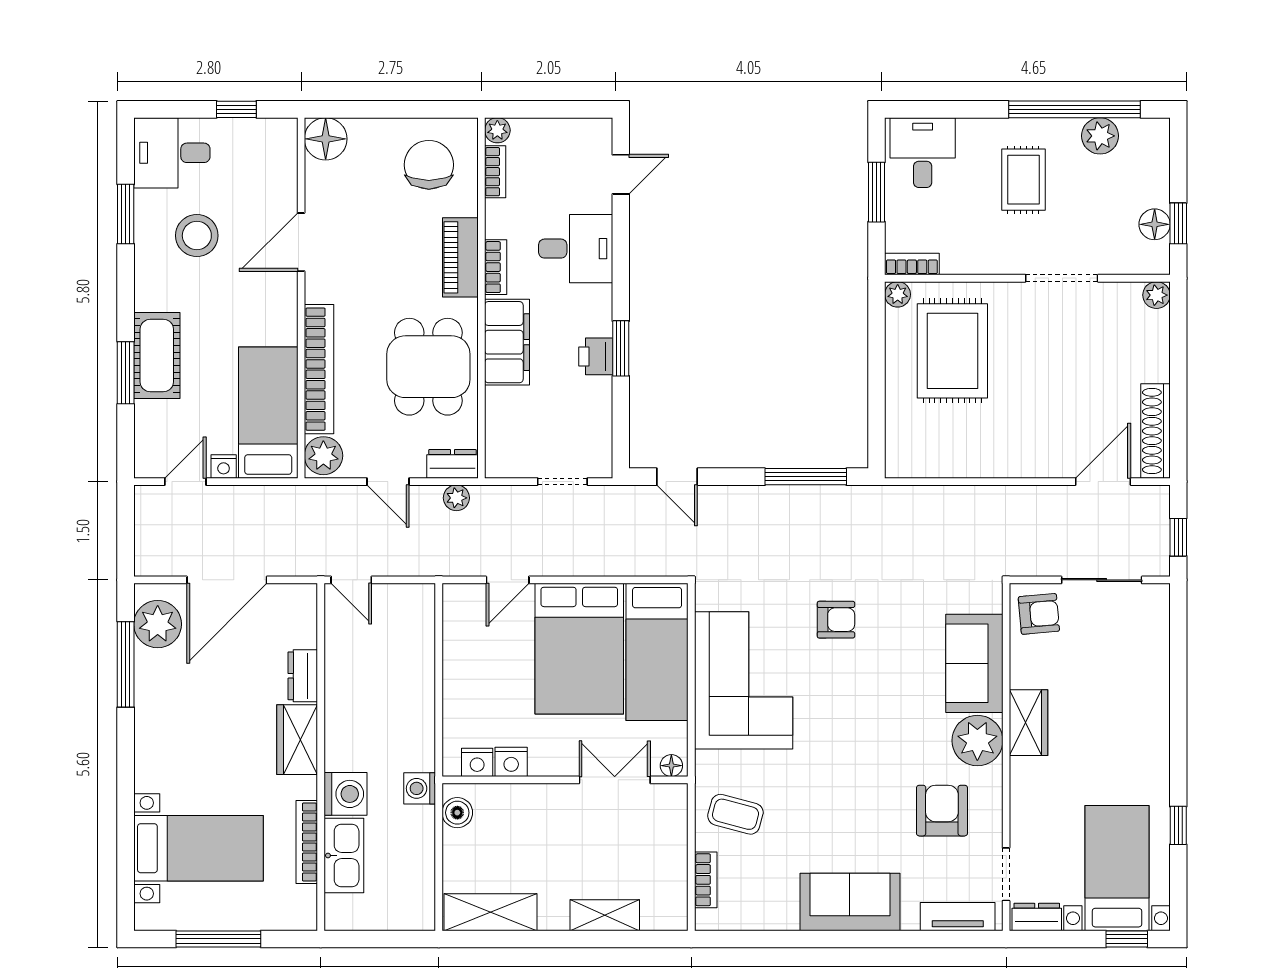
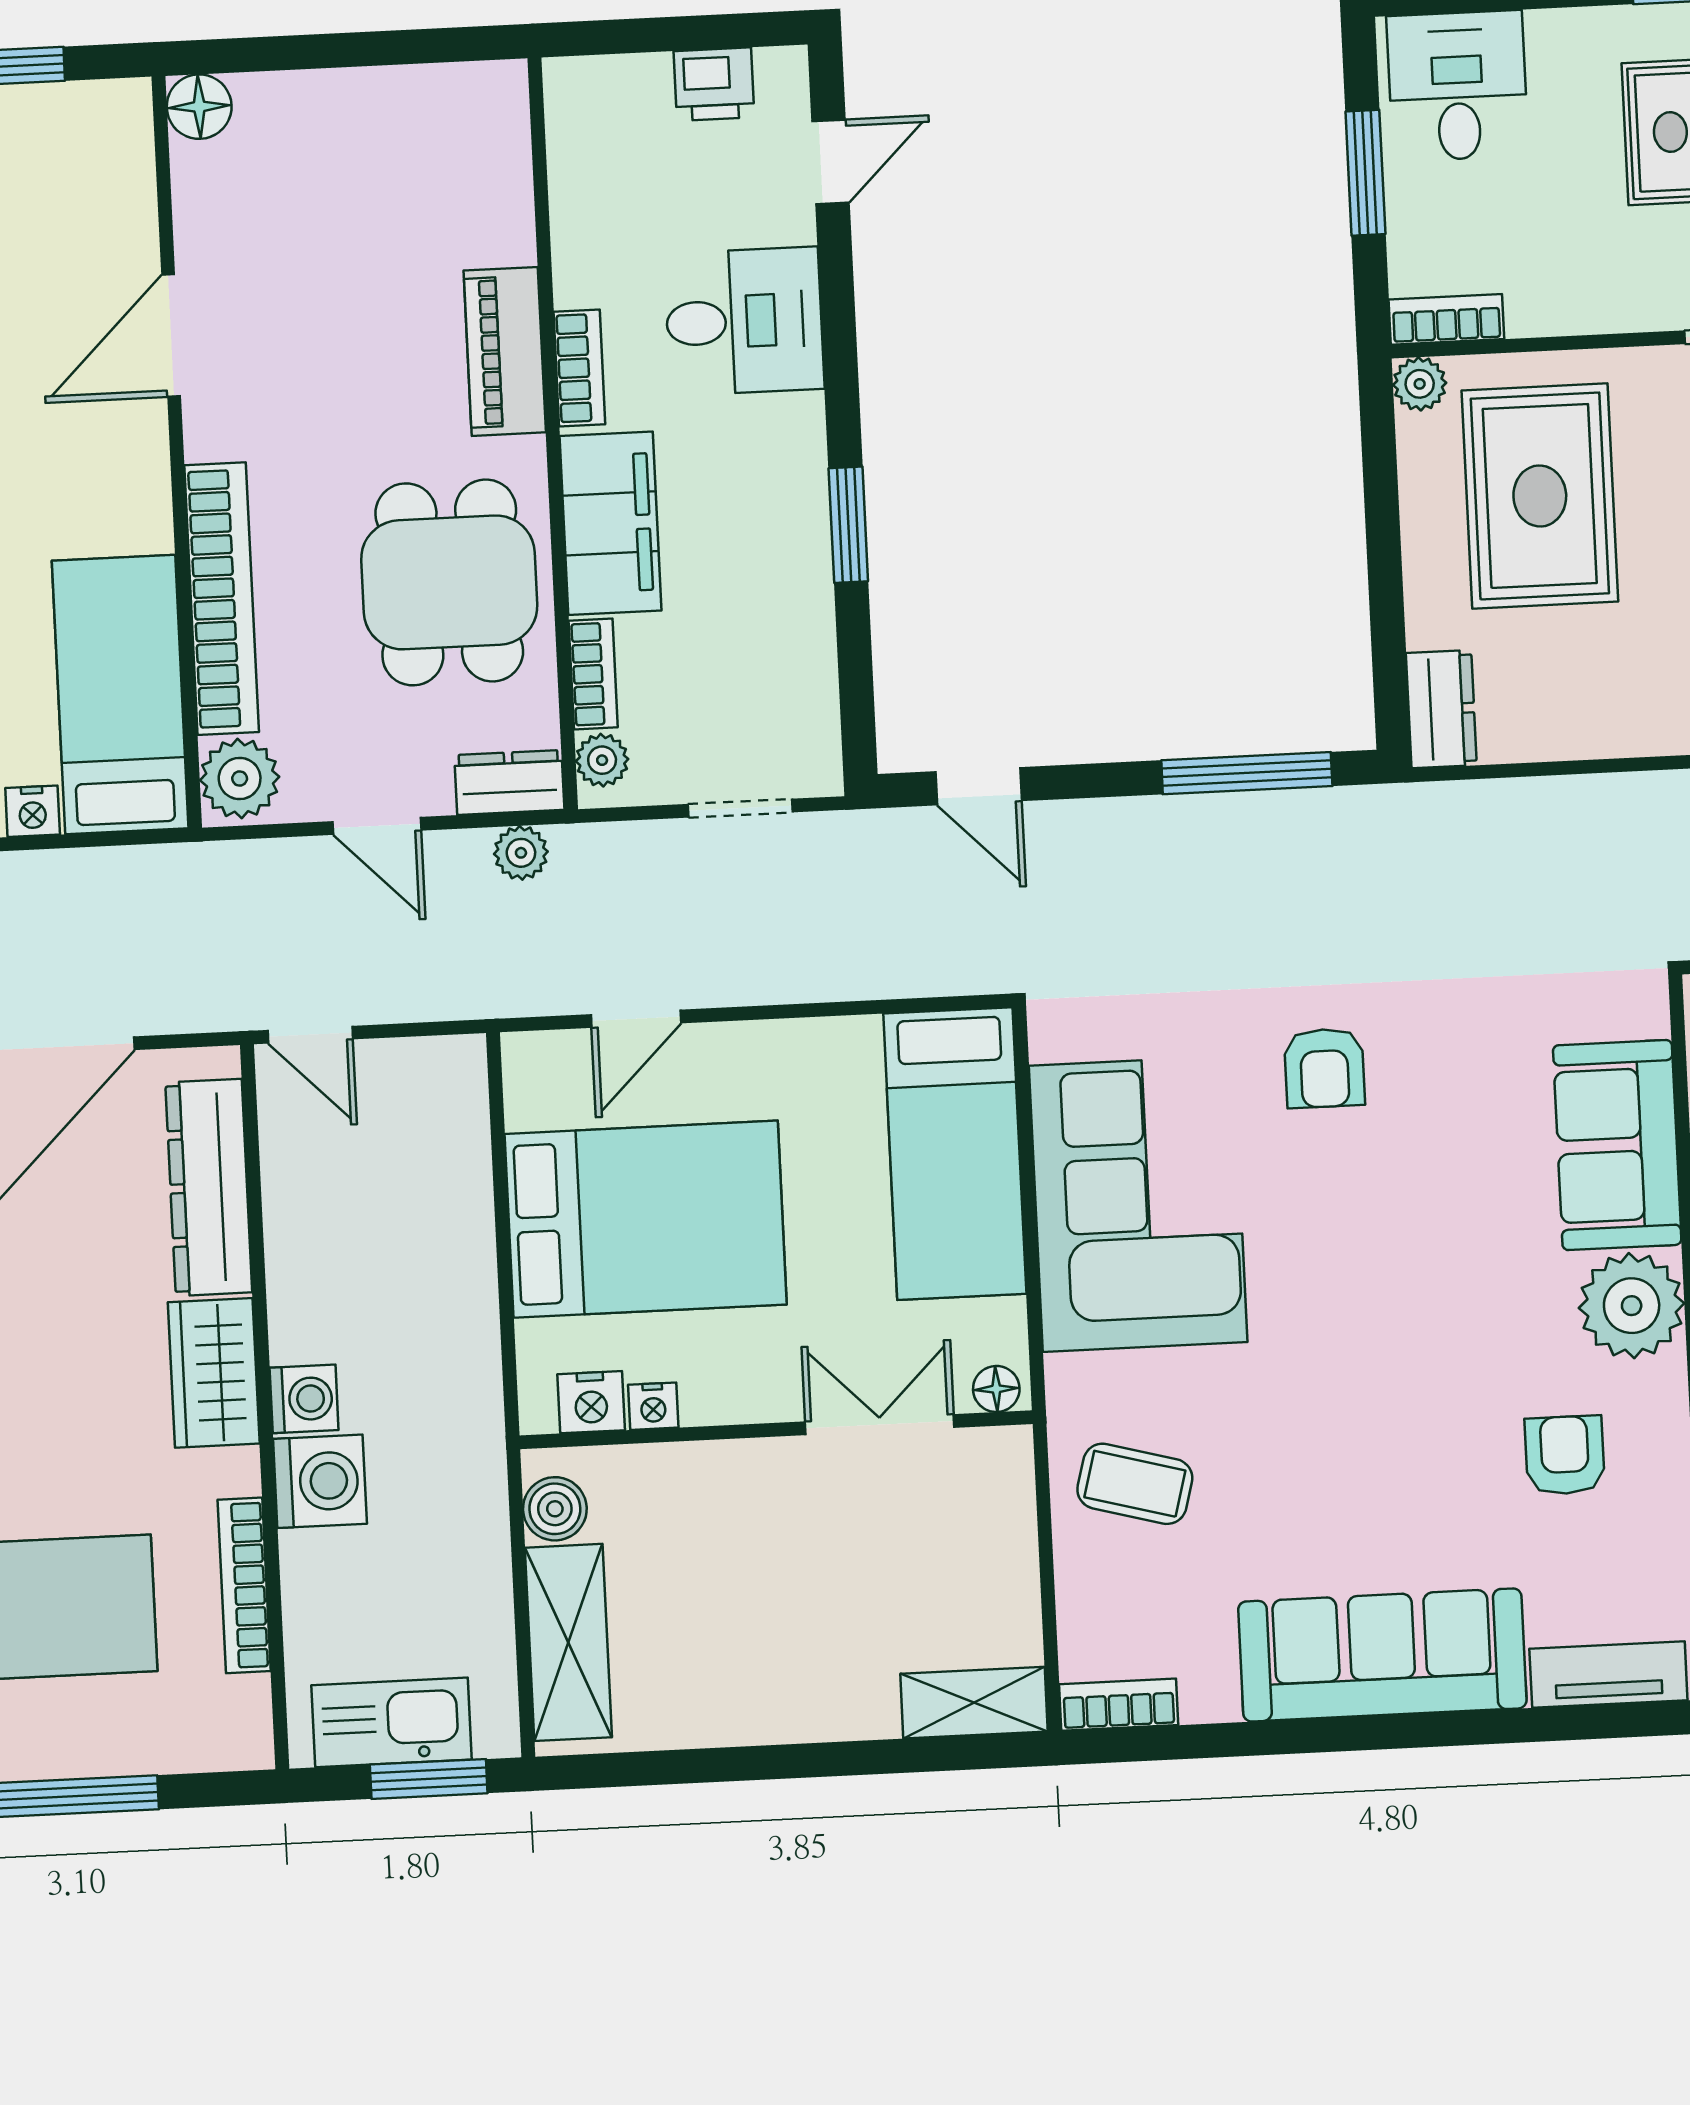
plant: (497, 130) -> (602, 760), moved
floor lamp: (326, 139) -> (199, 107), width x0.73, depth x0.73
chair: (429, 165) -> (430, 162), removed
bookcase: (495, 172) -> (593, 674), moved
printer: (596, 356) -> (714, 84), moved, turned -90
dresser: (900, 451) -> (1441, 709), added
armchair: (836, 620) -> (1324, 1068), turned 90
bed: (579, 649) -> (646, 1219), moved, turned -90
dresser: (303, 676) -> (209, 1187), width x1.96, depth x1.24
nightstand: (511, 762) -> (653, 1406), width x0.72, depth x0.74
washing machine: (420, 788) -> (304, 1399), moved, turned 180
armchair: (942, 811) -> (1565, 1455), width x0.72, depth x0.72
kitchen sink: (344, 855) -> (391, 1722), moved, turned -90
bookcase: (706, 880) -> (1119, 1705), moved, turned -90
sofa: (850, 902) -> (1382, 1655), width x1.36
shelving: (490, 912) -> (568, 1642), moved, turned 90
shelving: (605, 915) -> (974, 1703), moved
window: (391, 939) -> (429, 1779), added

